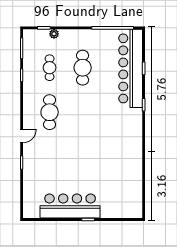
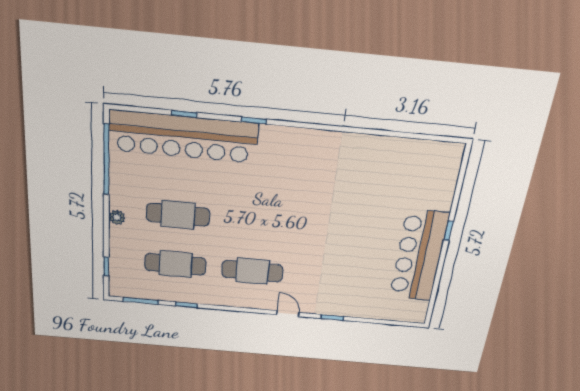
plant: (54, 34) -> (117, 217), moved
cafe table: (50, 68) -> (175, 264), width x1.37, depth x1.35

